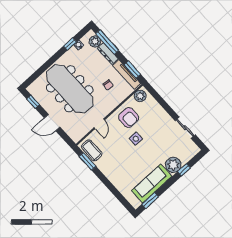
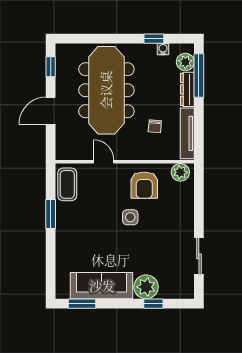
window: (132, 70) -> (199, 134), removed
door: (52, 123) -> (51, 111), hinge flipped
door: (99, 124) -> (104, 162), swing flipped
window: (87, 161) -> (51, 214), moved

